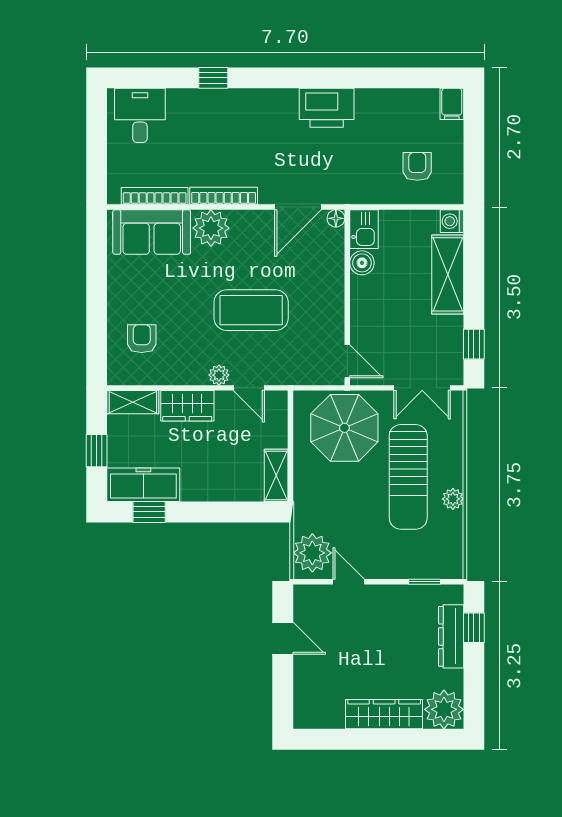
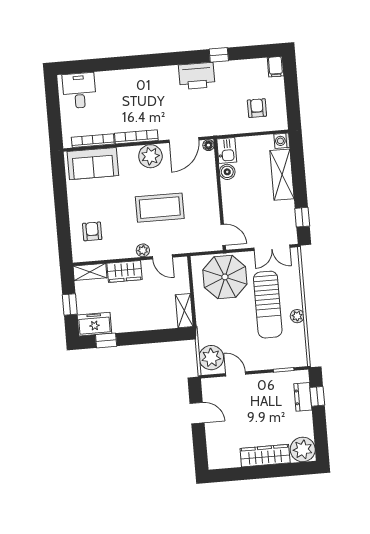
window: (213, 78) -> (219, 55), moved
plant: (211, 228) -> (150, 156), moved
freezer: (143, 485) -> (94, 324), width x0.71
dresser: (451, 636) -> (303, 397), width x0.70

